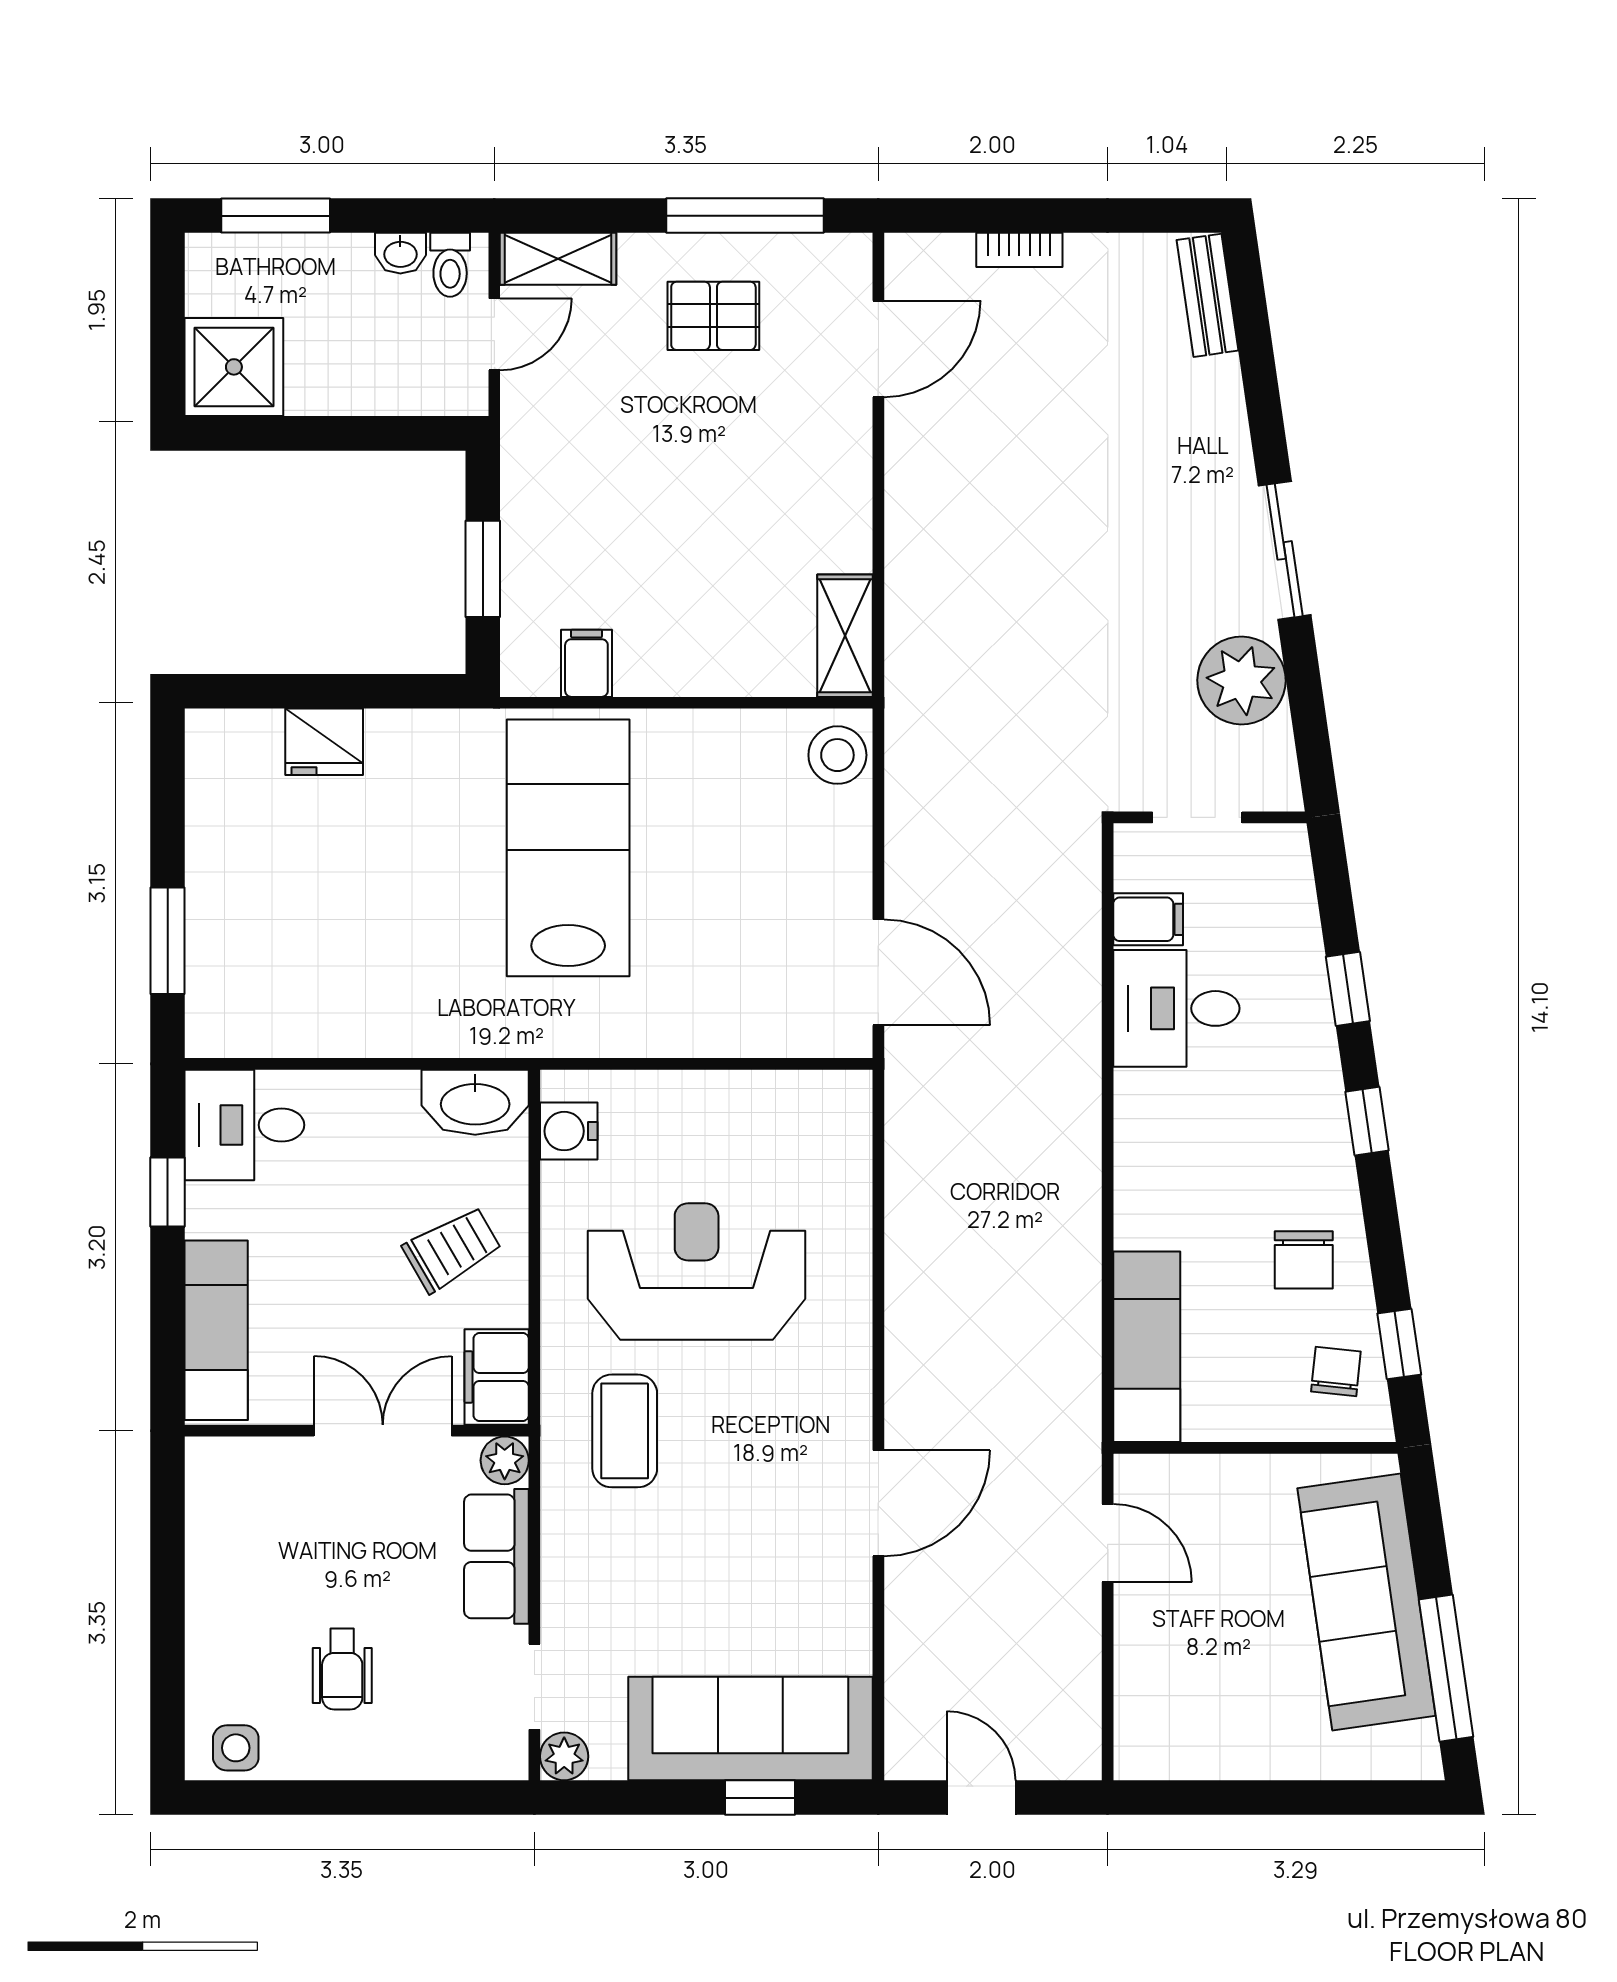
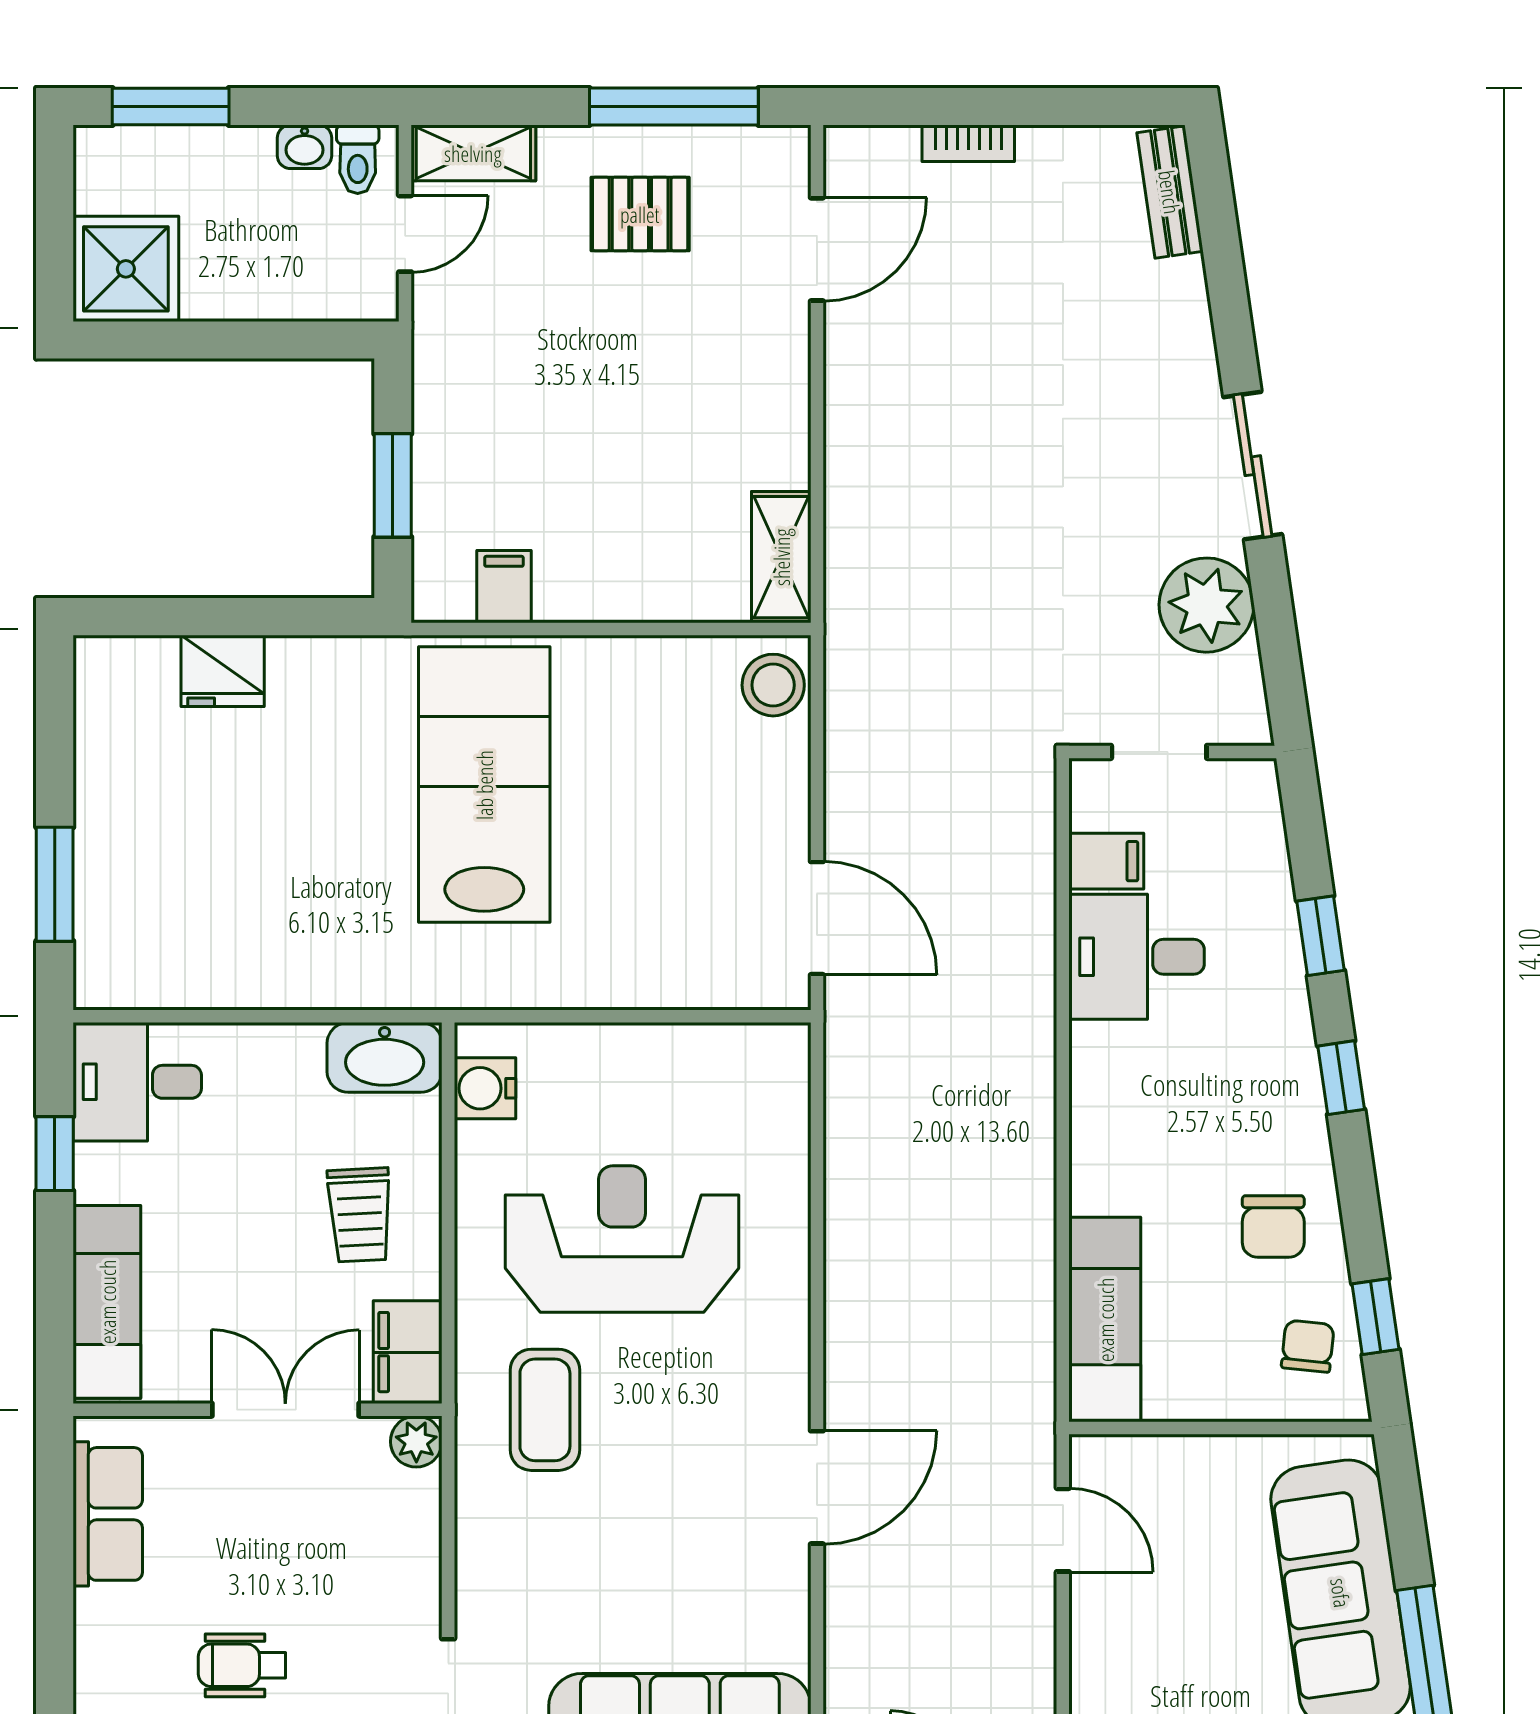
trolley: (452, 1249) -> (360, 1215), turned 117
row of seats: (496, 1556) -> (108, 1514), moved, turned 180
wheelchair: (342, 1669) -> (242, 1665), turned 90

